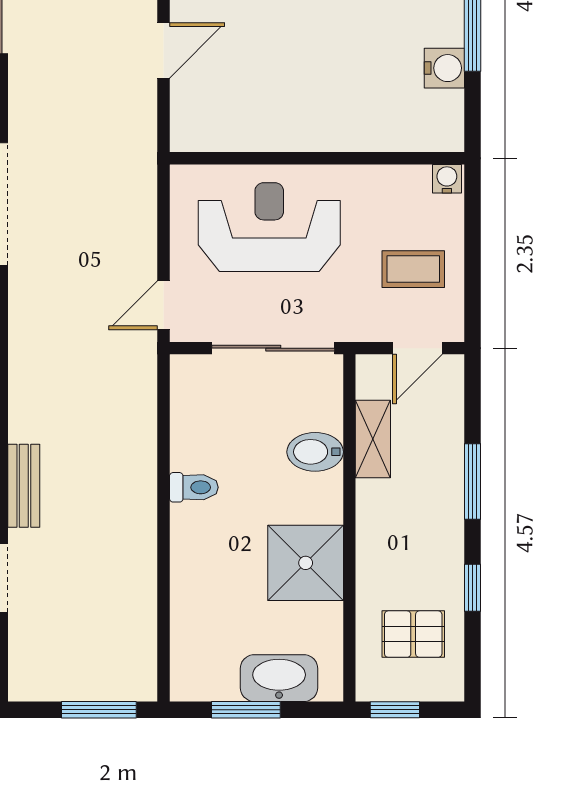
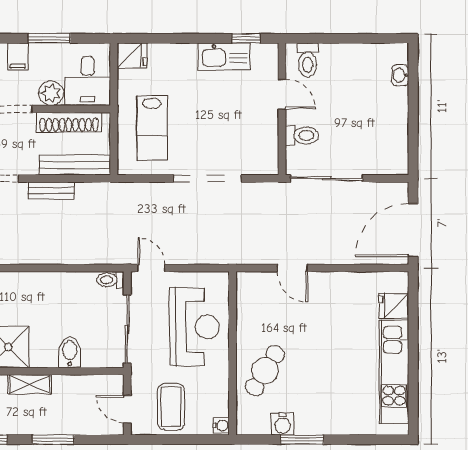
cafe table: (348, 100) -> (265, 371), added
coffee table: (413, 269) -> (171, 407), width x1.36, depth x1.30
shelving: (373, 439) -> (30, 384), moved
toilet: (194, 487) -> (110, 280), moved, turned 90

